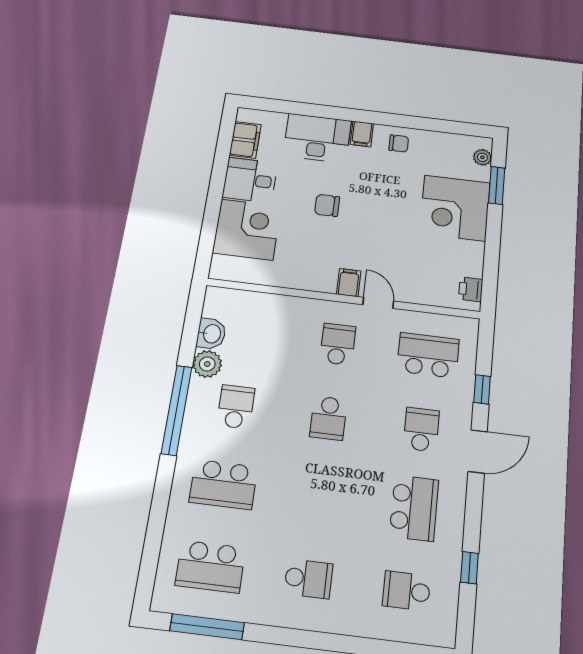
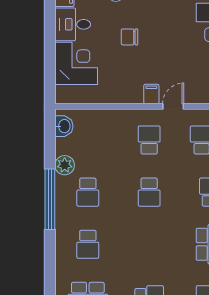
door: (378, 303) -> (173, 106), hinge flipped
washbasin: (211, 334) -> (64, 126), moved
school desk: (236, 407) -> (88, 192), turned 180
school desk: (223, 484) -> (88, 244), width x0.54

